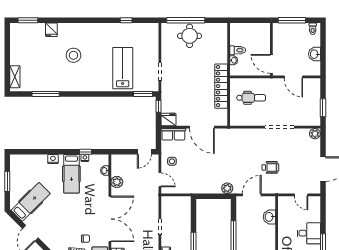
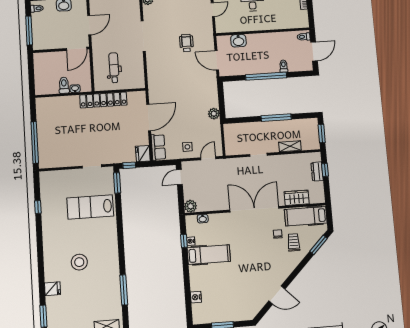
round table: (190, 36) -> (51, 137), removed
door: (144, 152) -> (179, 177), swing flipped
nightstand: (53, 159) -> (196, 297), moved
plant: (117, 182) -> (191, 206), moved
plant: (227, 188) -> (214, 114), moved
hospital bed: (31, 202) -> (243, 297), removed

